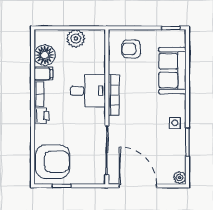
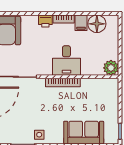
plant: (76, 39) -> (111, 68), moved
armchair: (131, 49) -> (102, 97), removed

